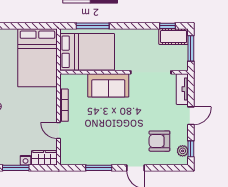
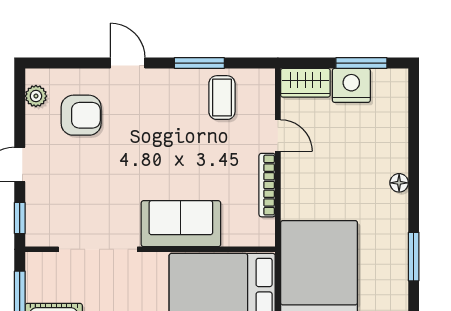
tv unit: (182, 89) -> (37, 217), removed
window: (191, 149) -> (20, 218), moved
coffee table: (87, 150) -> (222, 98), added
nightstand: (25, 160) -> (351, 85), width x1.89, depth x1.79

